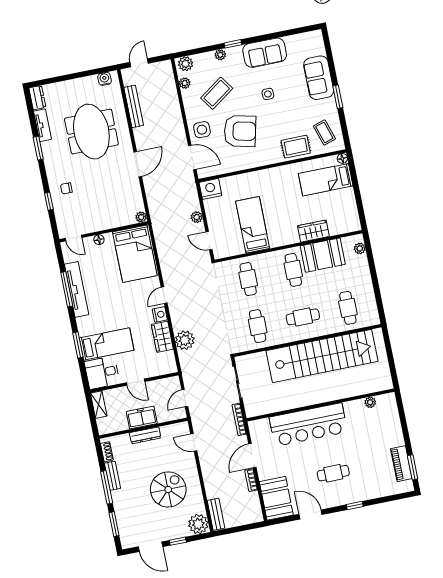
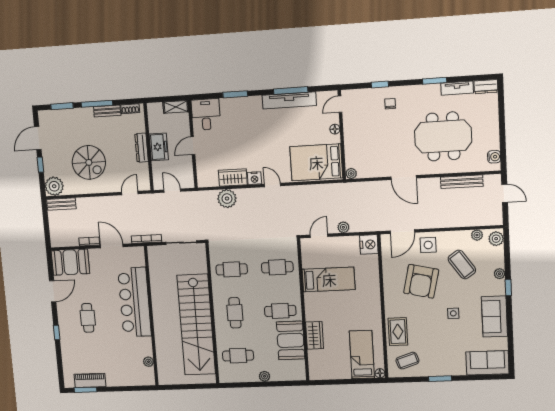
sofa: (319, 78) -> (487, 363), moved
plant: (360, 248) -> (264, 376), moved
bed: (107, 344) -> (233, 123), removed

